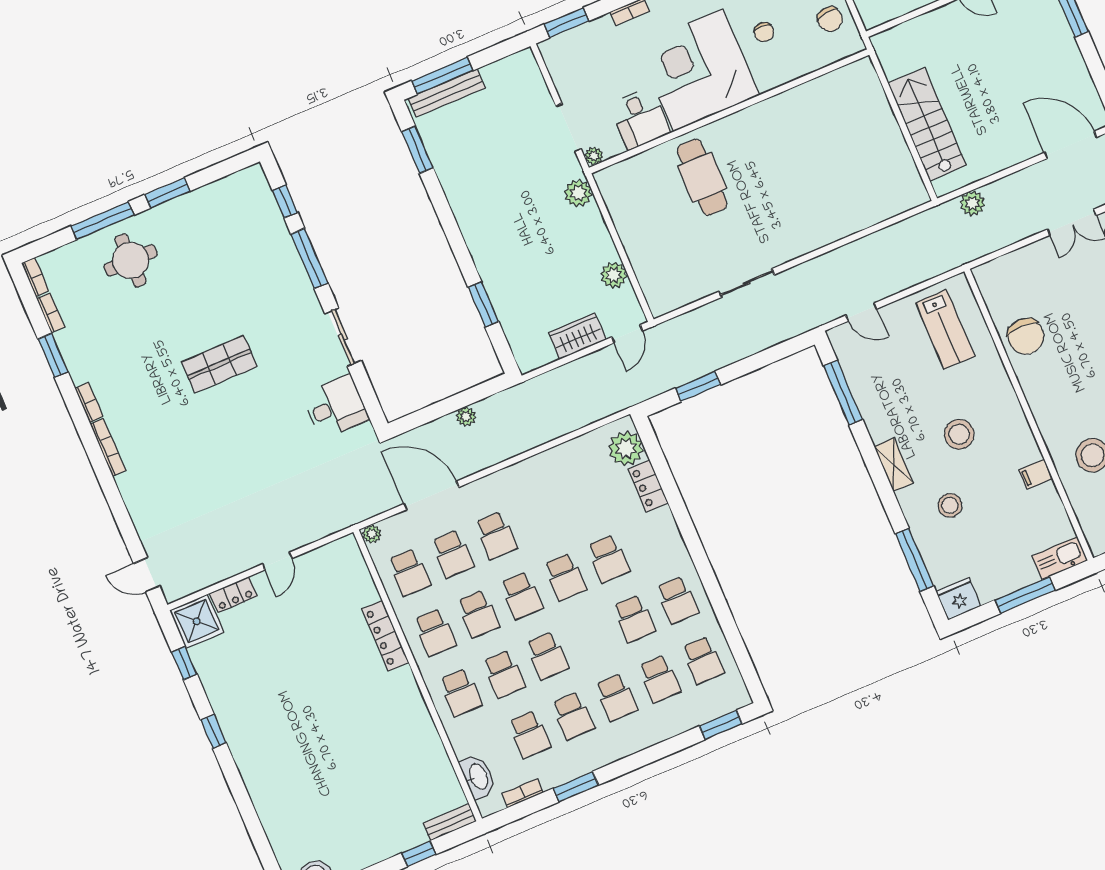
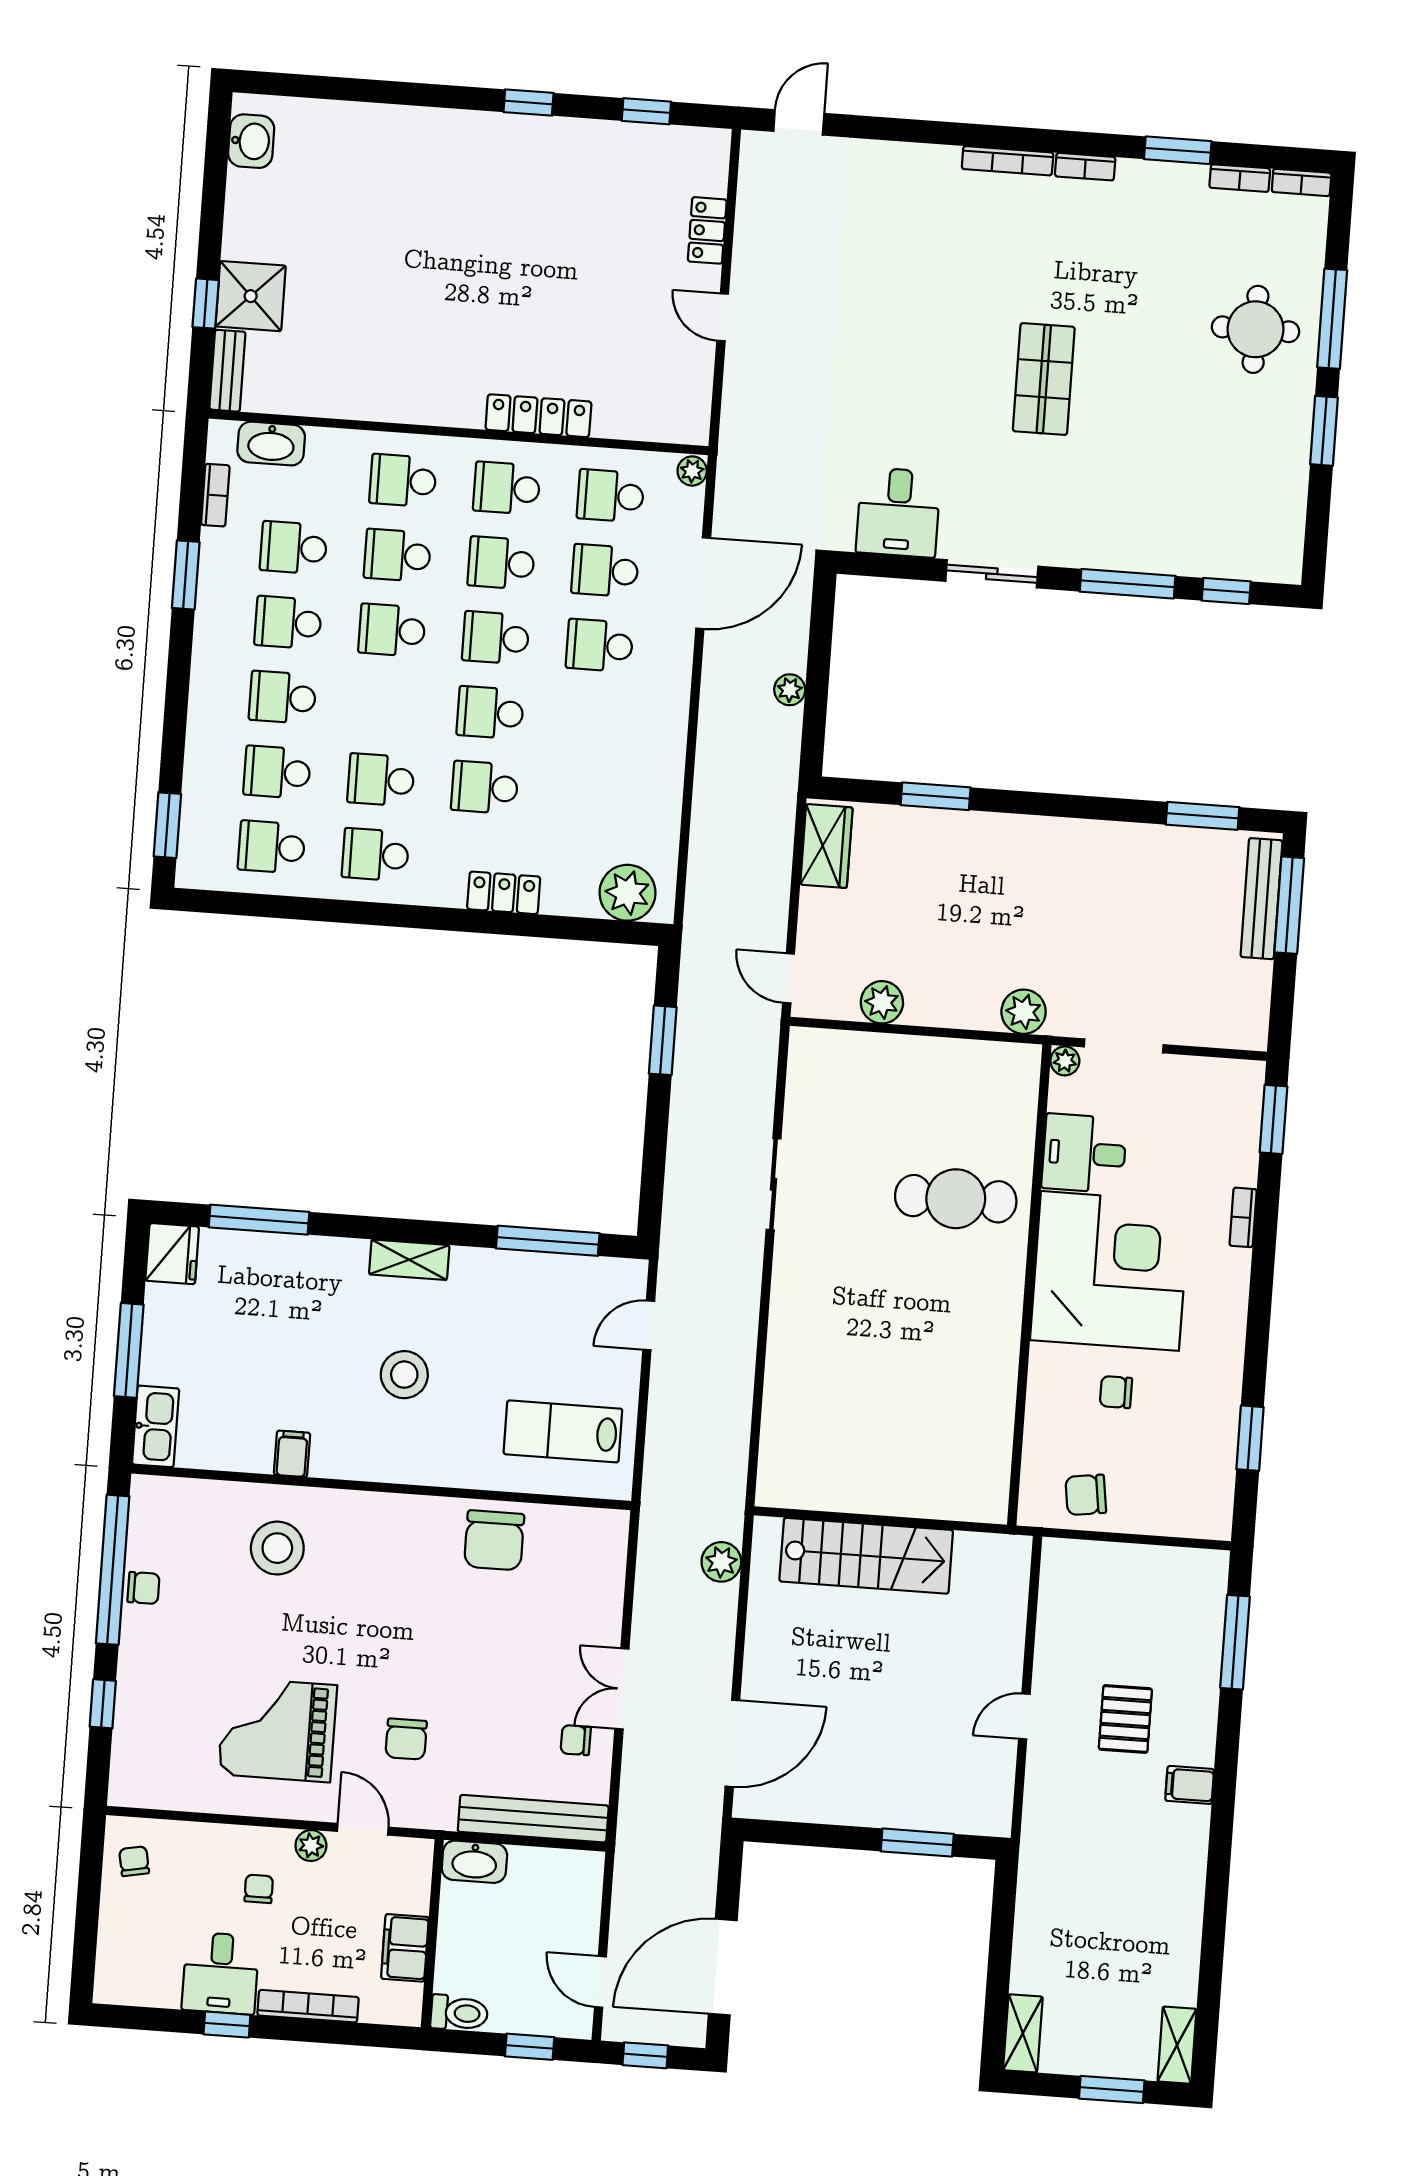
wardrobe: (577, 336) -> (826, 846), moved
chair: (1026, 336) -> (494, 1540), turned -90
locker: (648, 486) -> (504, 893), moved
stool: (950, 505) -> (310, 1310), removed
shower: (197, 621) -> (251, 296), moved

